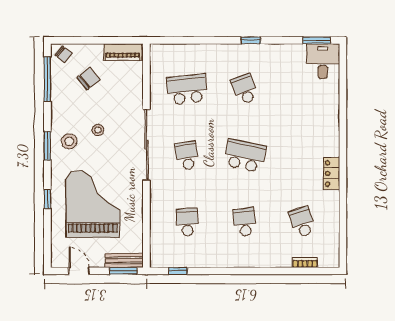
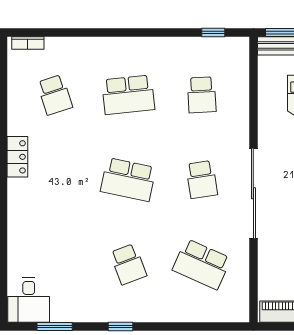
window: (317, 40) -> (55, 327), moved
school desk: (187, 89) -> (202, 264), turned 30
school desk: (245, 222) -> (128, 95), width x1.85
bookcase: (305, 263) -> (28, 43), moved

